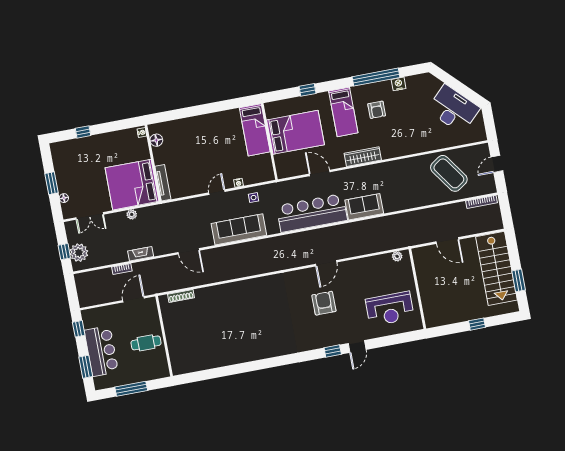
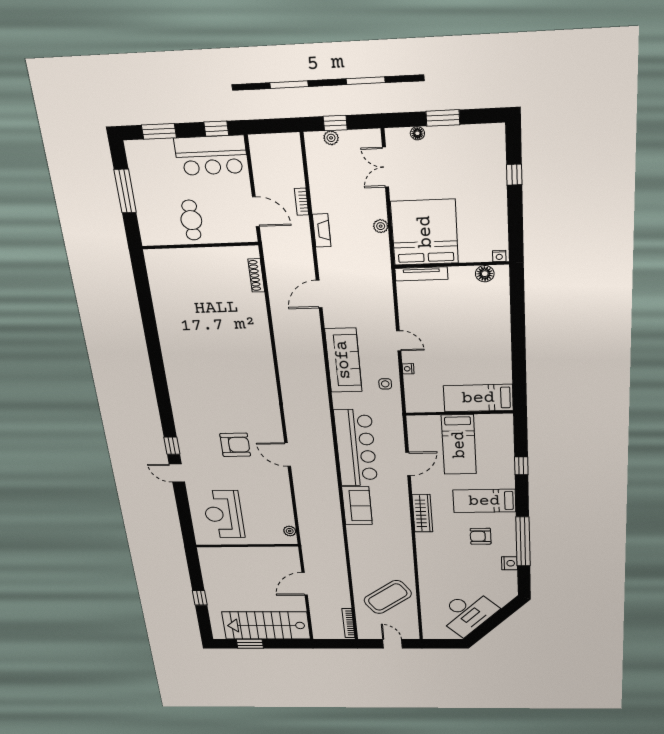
bed: (295, 132) -> (459, 445), width x0.67
plant: (79, 253) -> (331, 138), width x0.53, depth x0.53
bar counter: (101, 351) -> (211, 155), moved

